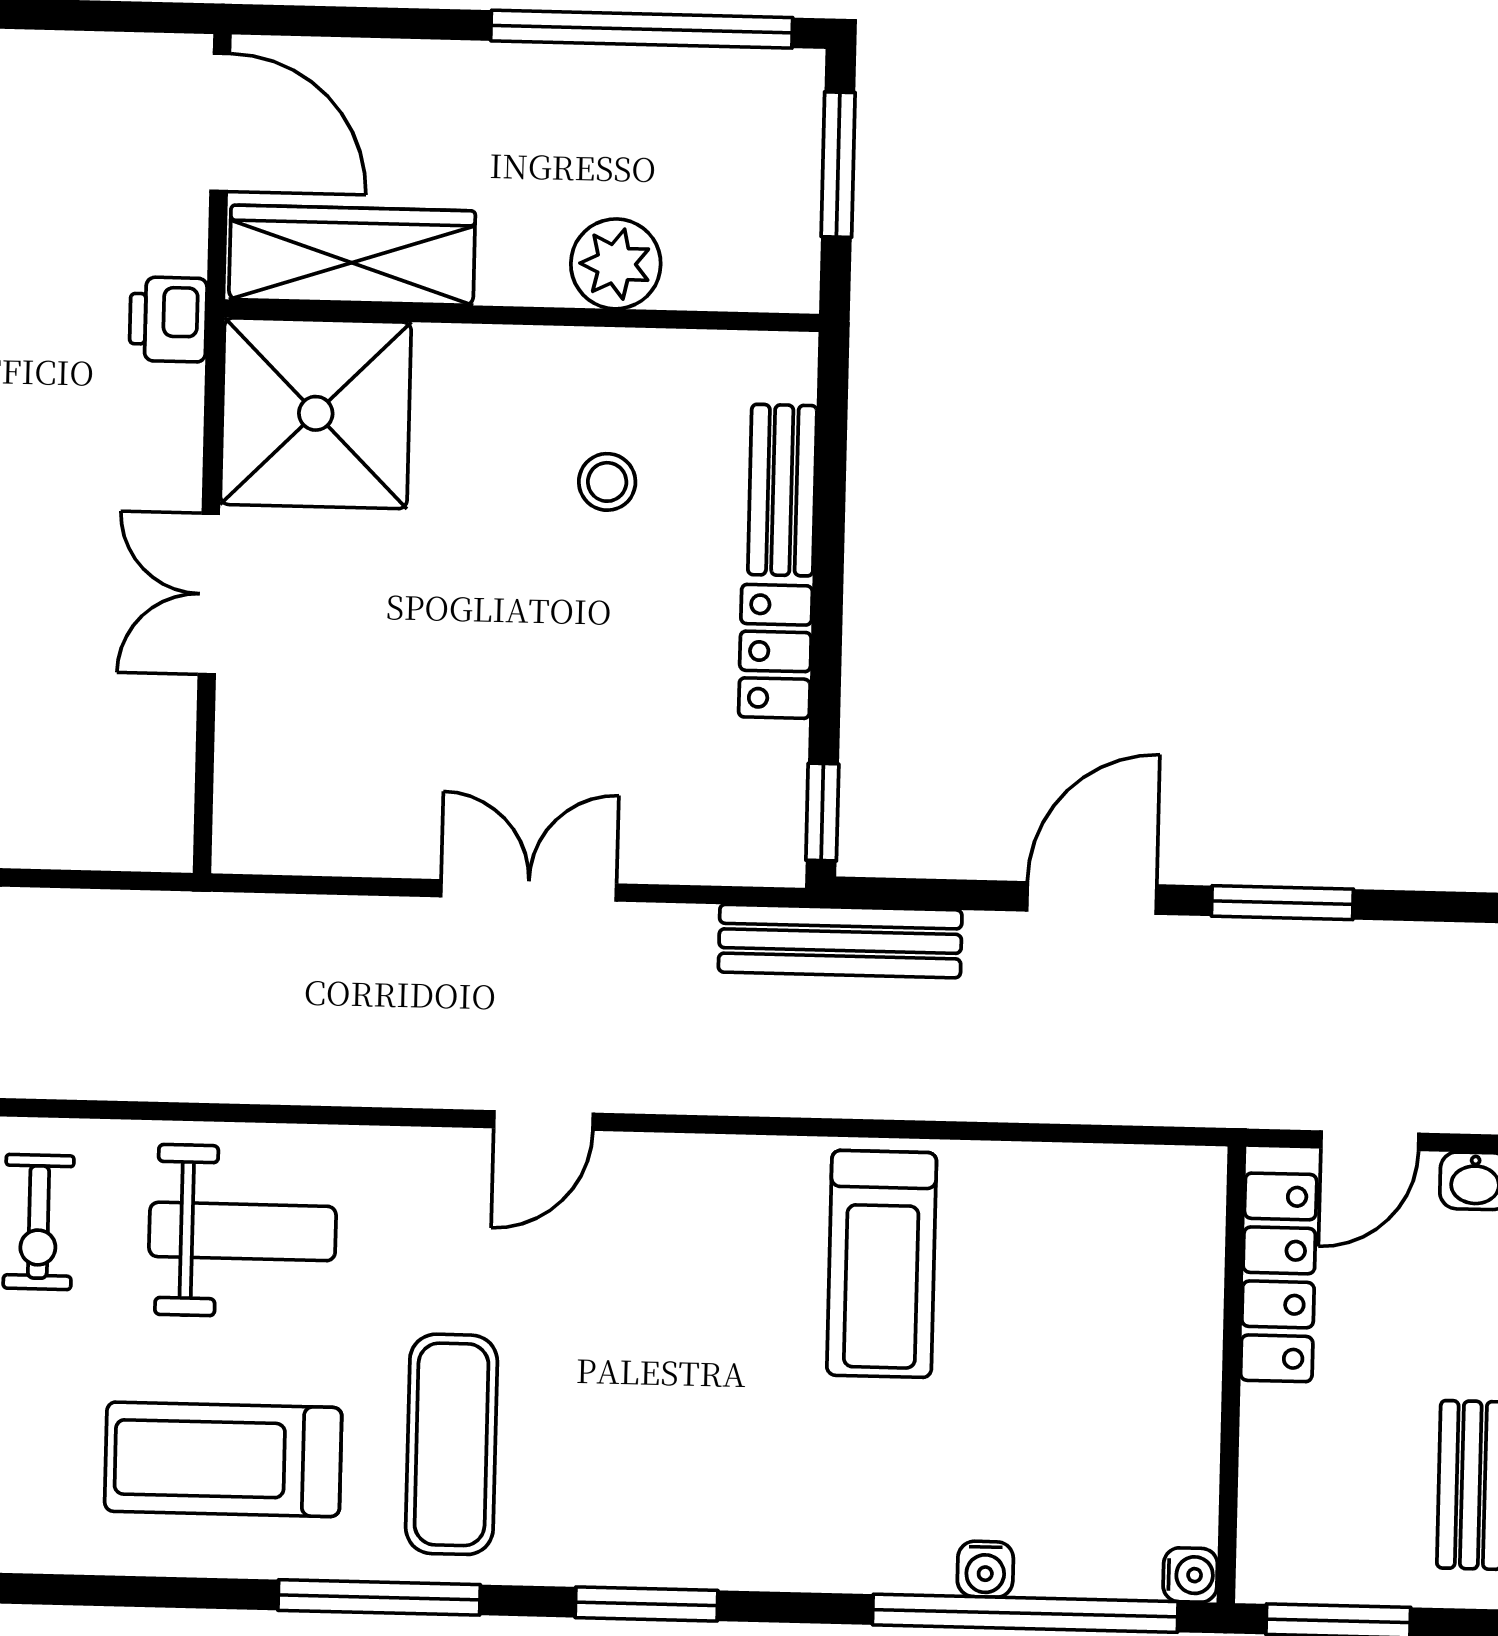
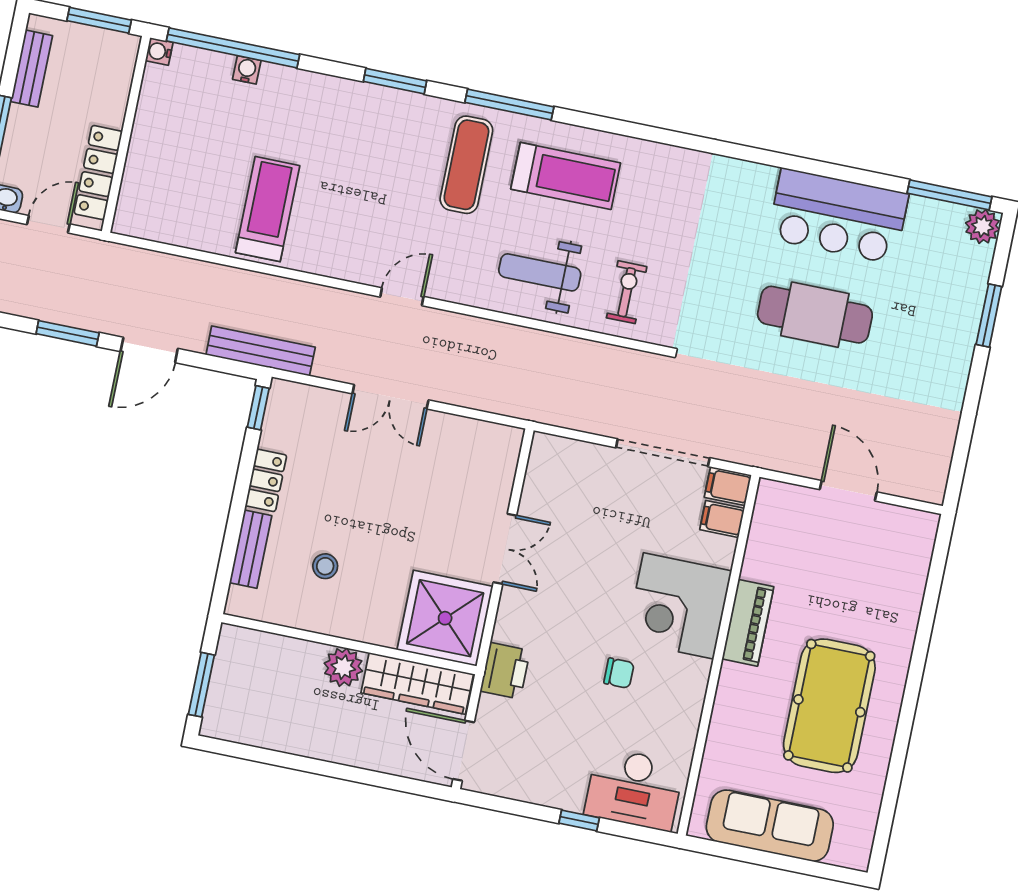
window: (642, 29) -> (275, 758), removed
plant: (616, 264) -> (343, 667), moved
printer: (168, 319) -> (505, 671), width x1.36, depth x1.24

